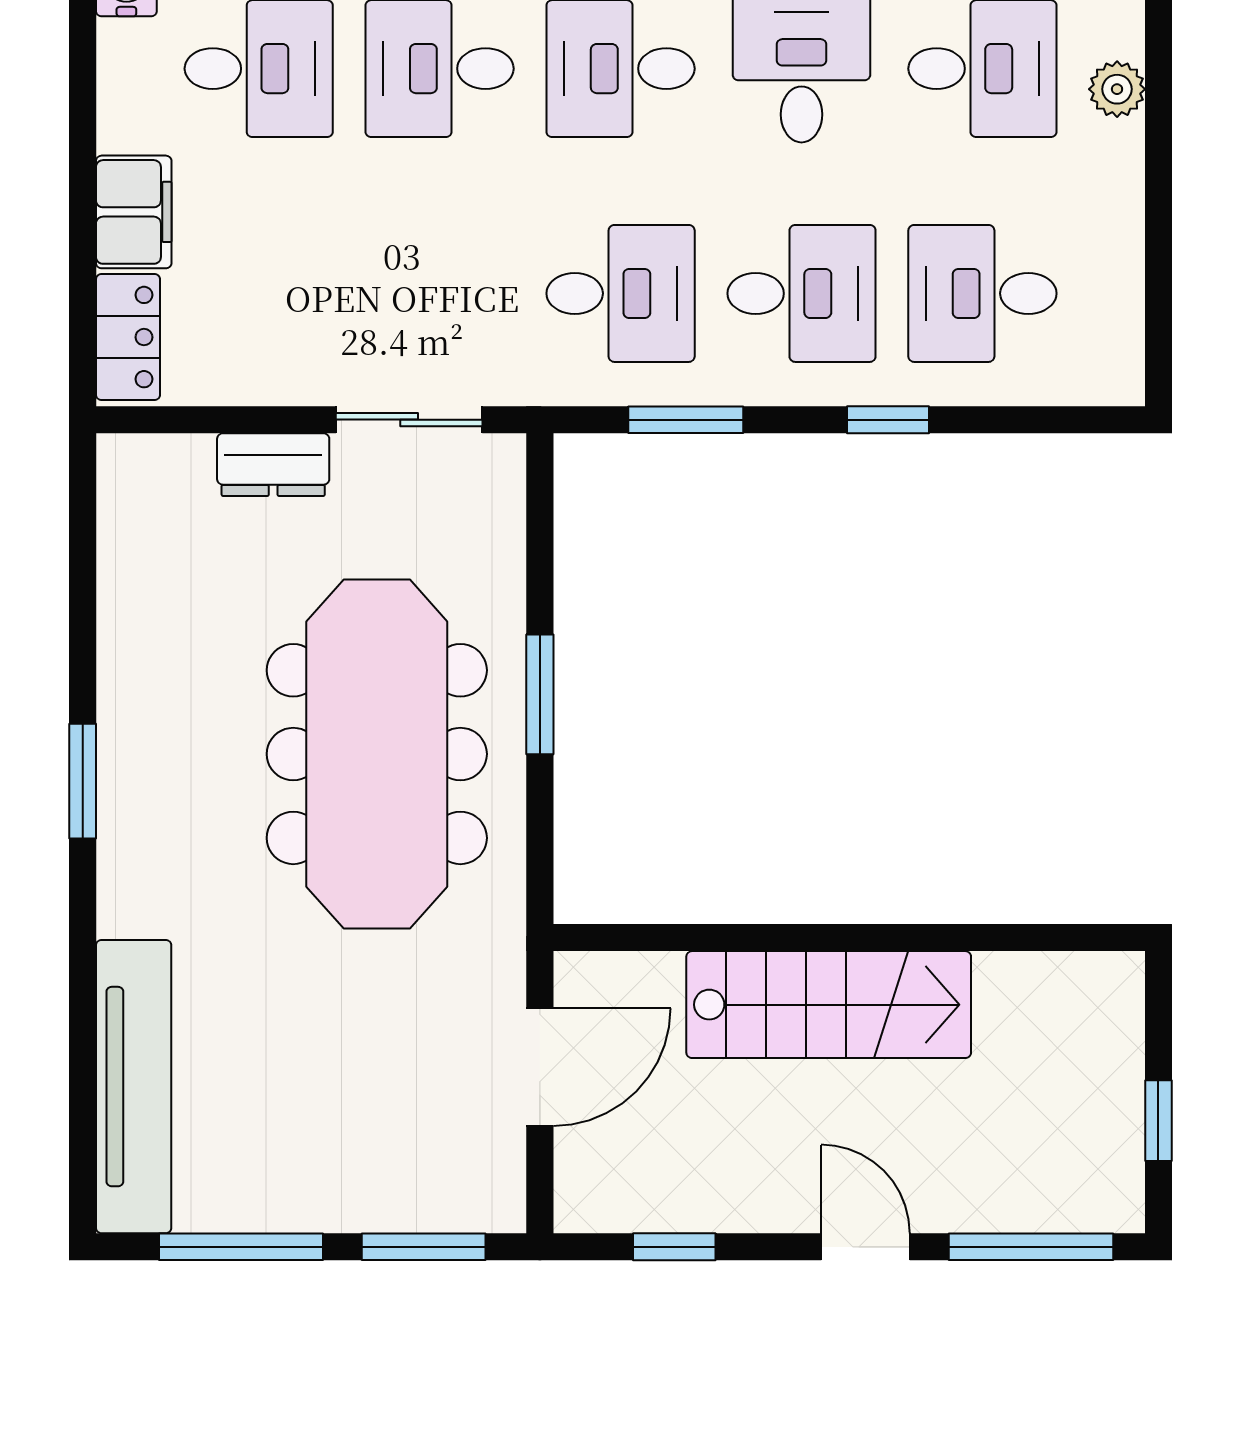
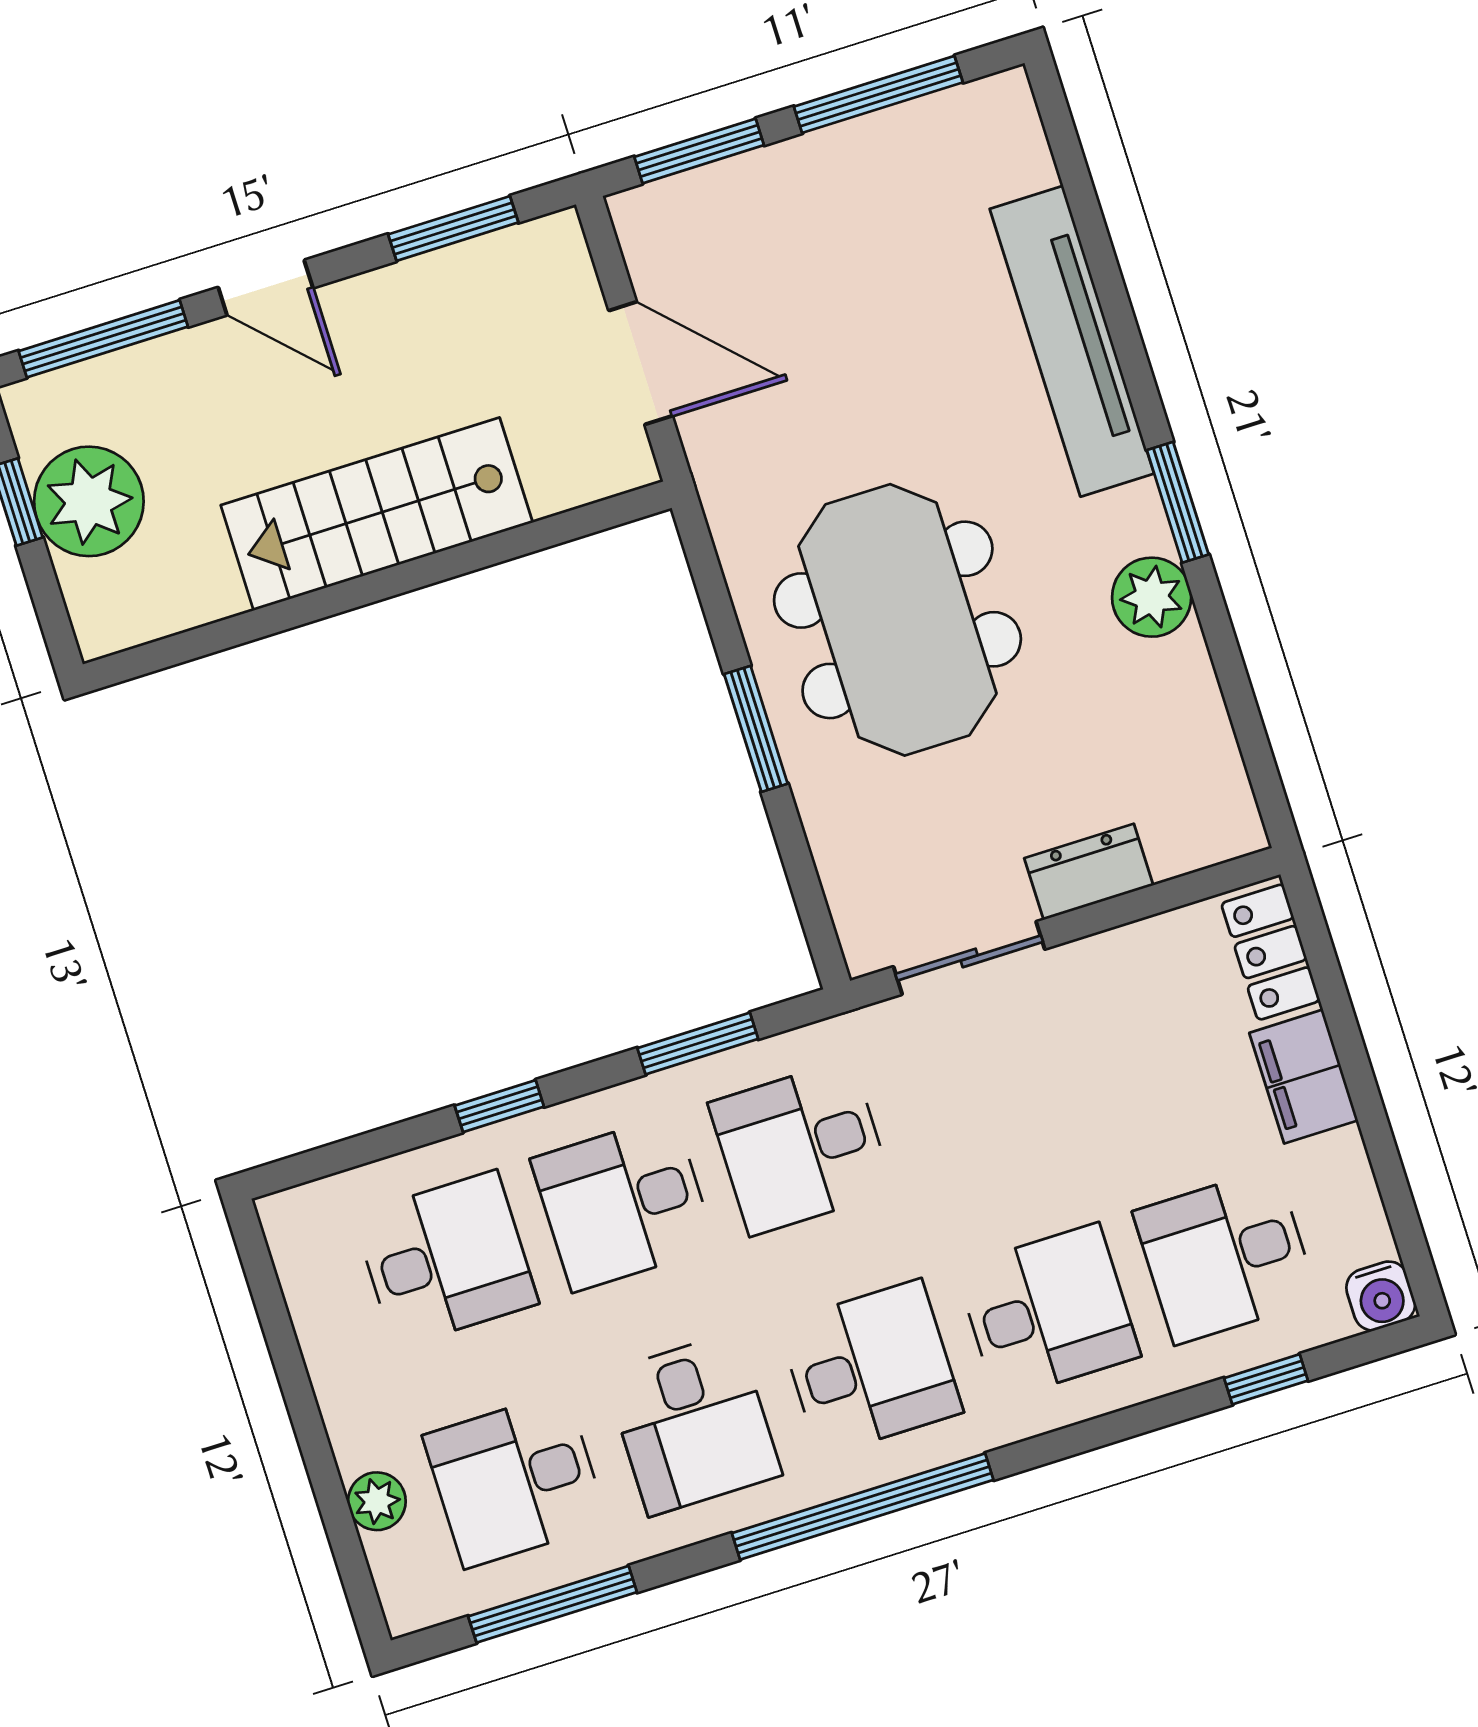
plant: (135, 701) -> (1152, 597), added
meeting table: (377, 754) -> (897, 620), width x0.73
door: (540, 1067) -> (641, 363), swing flipped
tv unit: (134, 1087) -> (1072, 341), moved
plant: (1092, 1100) -> (89, 501), added
window: (674, 1247) -> (453, 228), width x1.50

